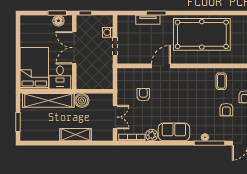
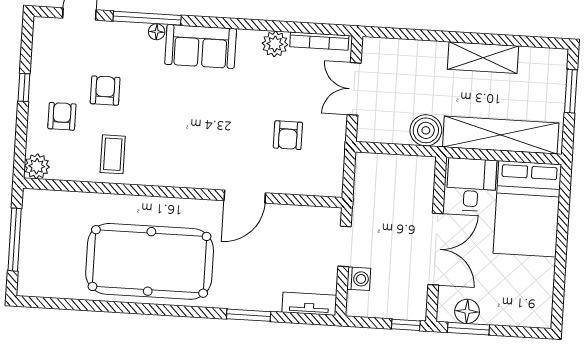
tv unit: (148, 20) -> (309, 304), moved
sofa: (174, 132) -> (201, 46), moved
shelving: (76, 135) -> (483, 58), moved

